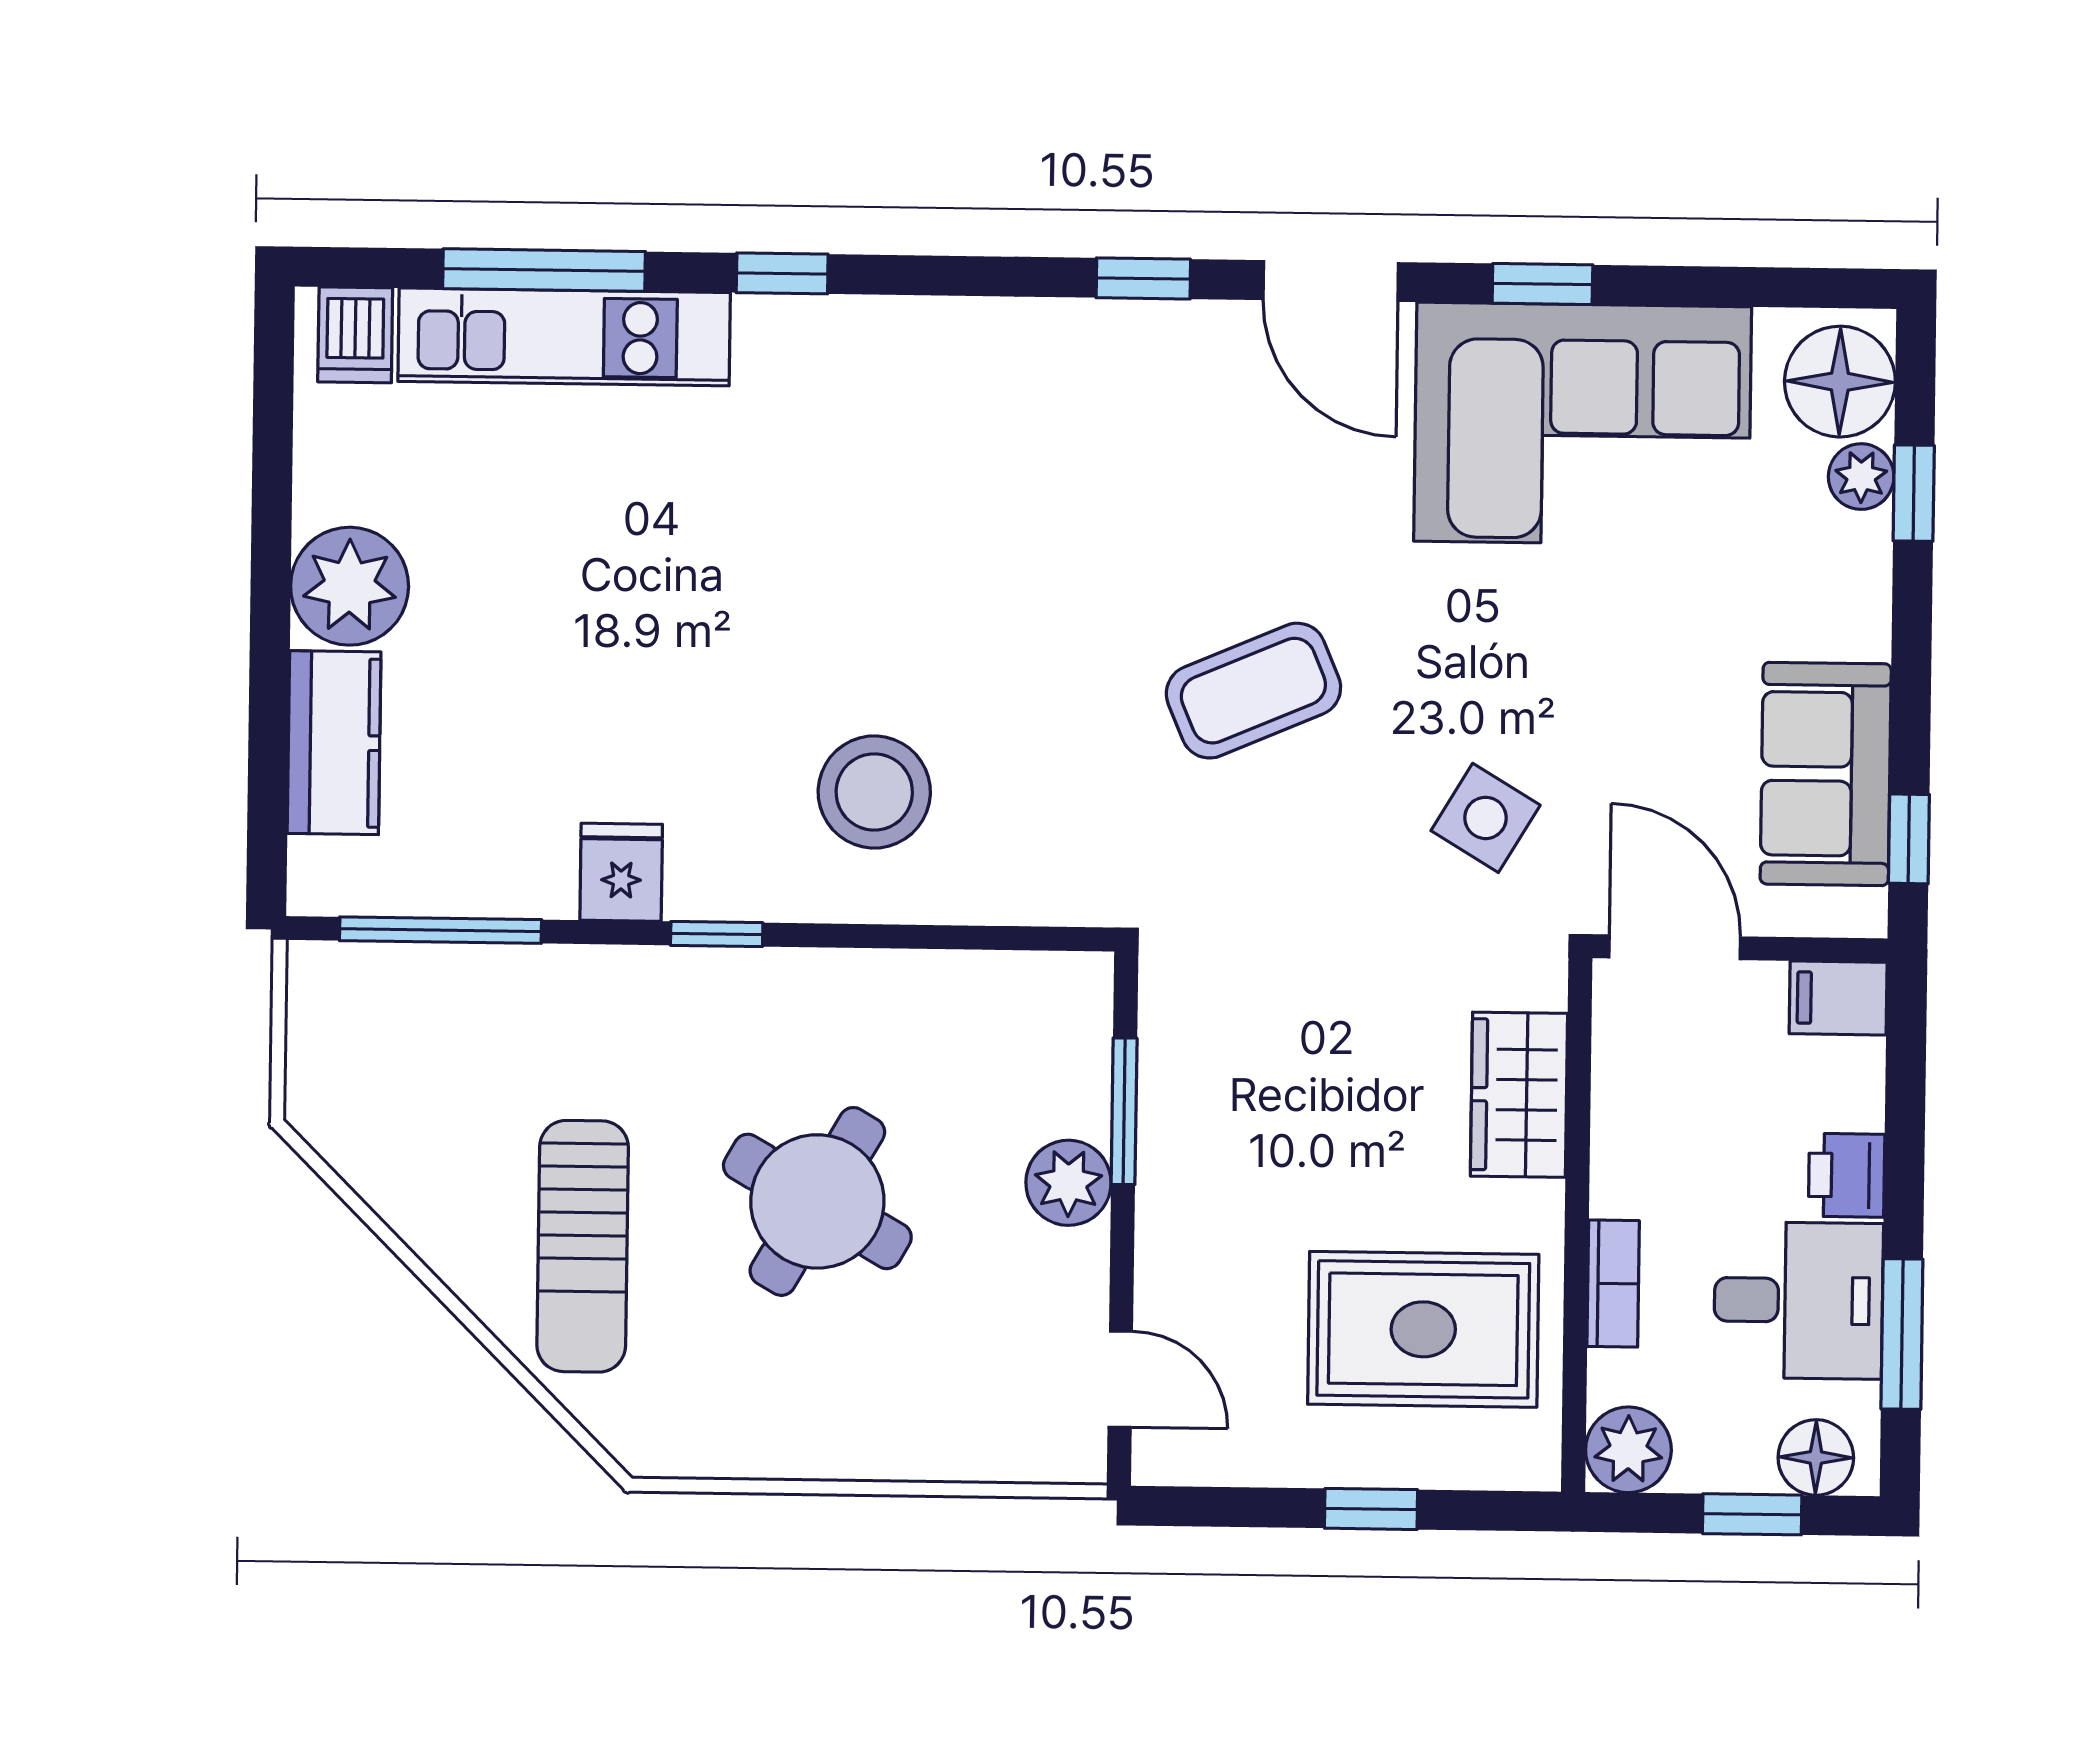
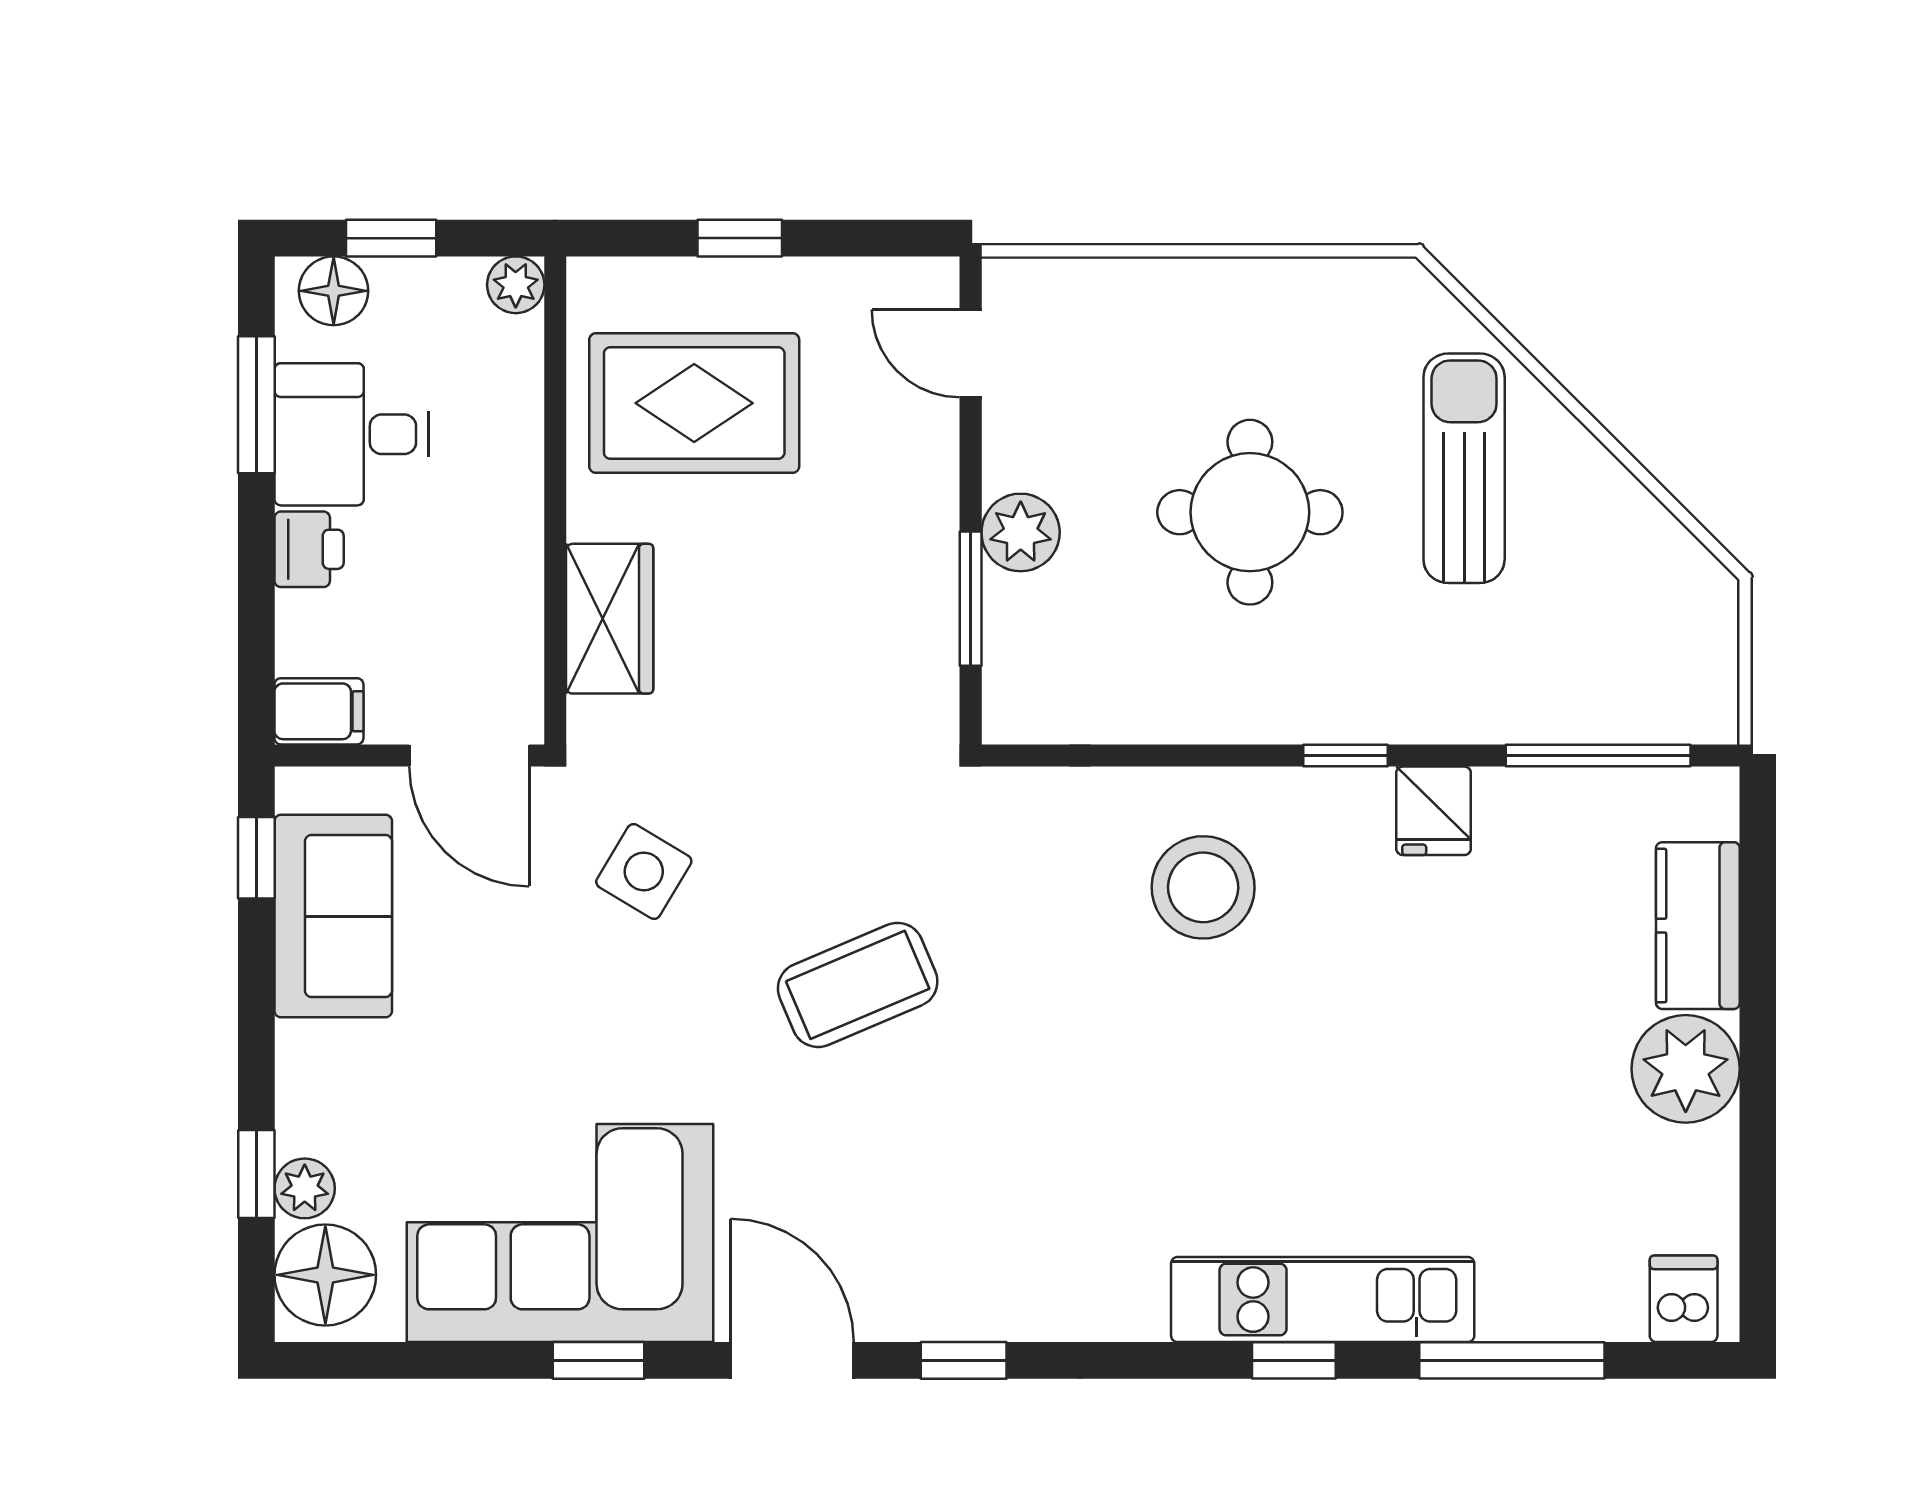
kitchen unit: (564, 337) -> (1323, 1300), moved
round table: (817, 1201) -> (1250, 512), turned -30
bookcase: (1613, 1284) -> (521, 447), removed
plant: (1628, 1450) -> (516, 285), width x0.73, depth x0.73

